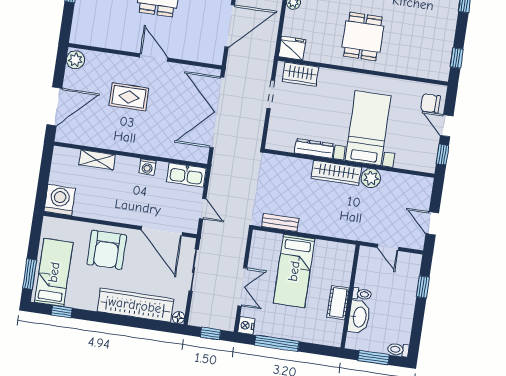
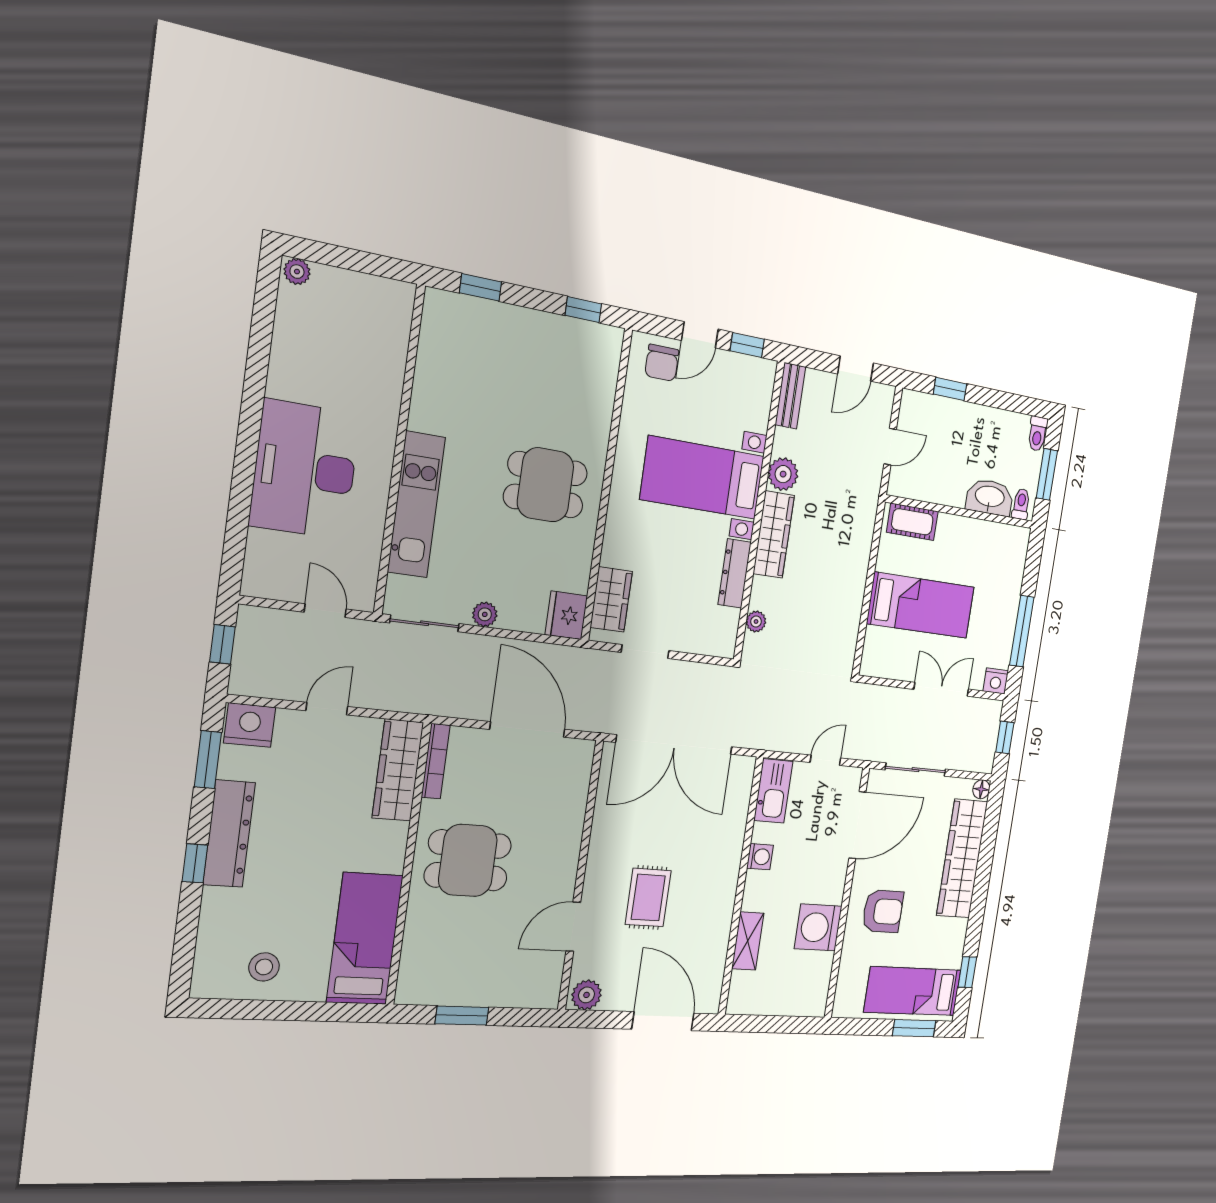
door: (154, 58) -> (573, 927), moved
plant: (286, 162) -> (756, 621), added
washing machine: (60, 200) -> (818, 927), moved
bench: (280, 223) -> (790, 396), moved
armchair: (107, 250) -> (883, 911), width x0.73, depth x0.73
toilet: (362, 294) -> (1021, 504), moved
cot: (338, 303) -> (912, 522), moved

